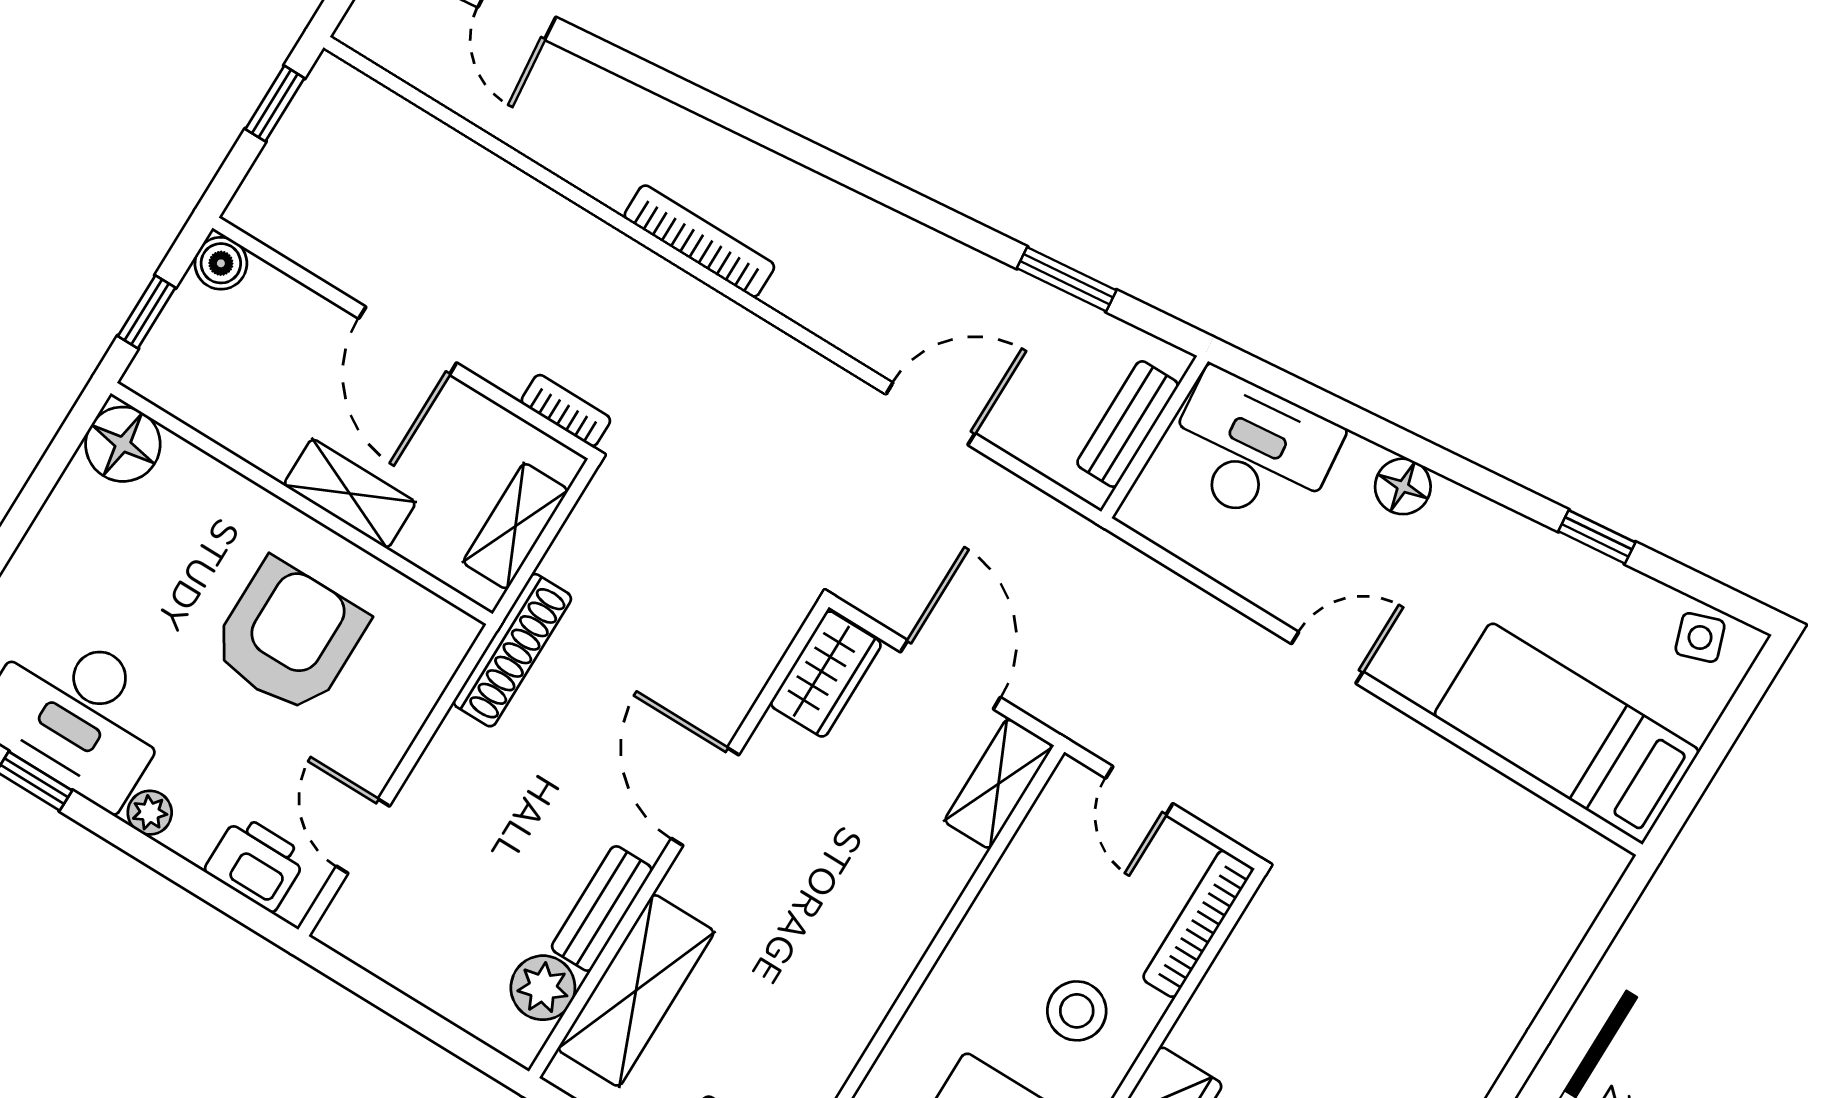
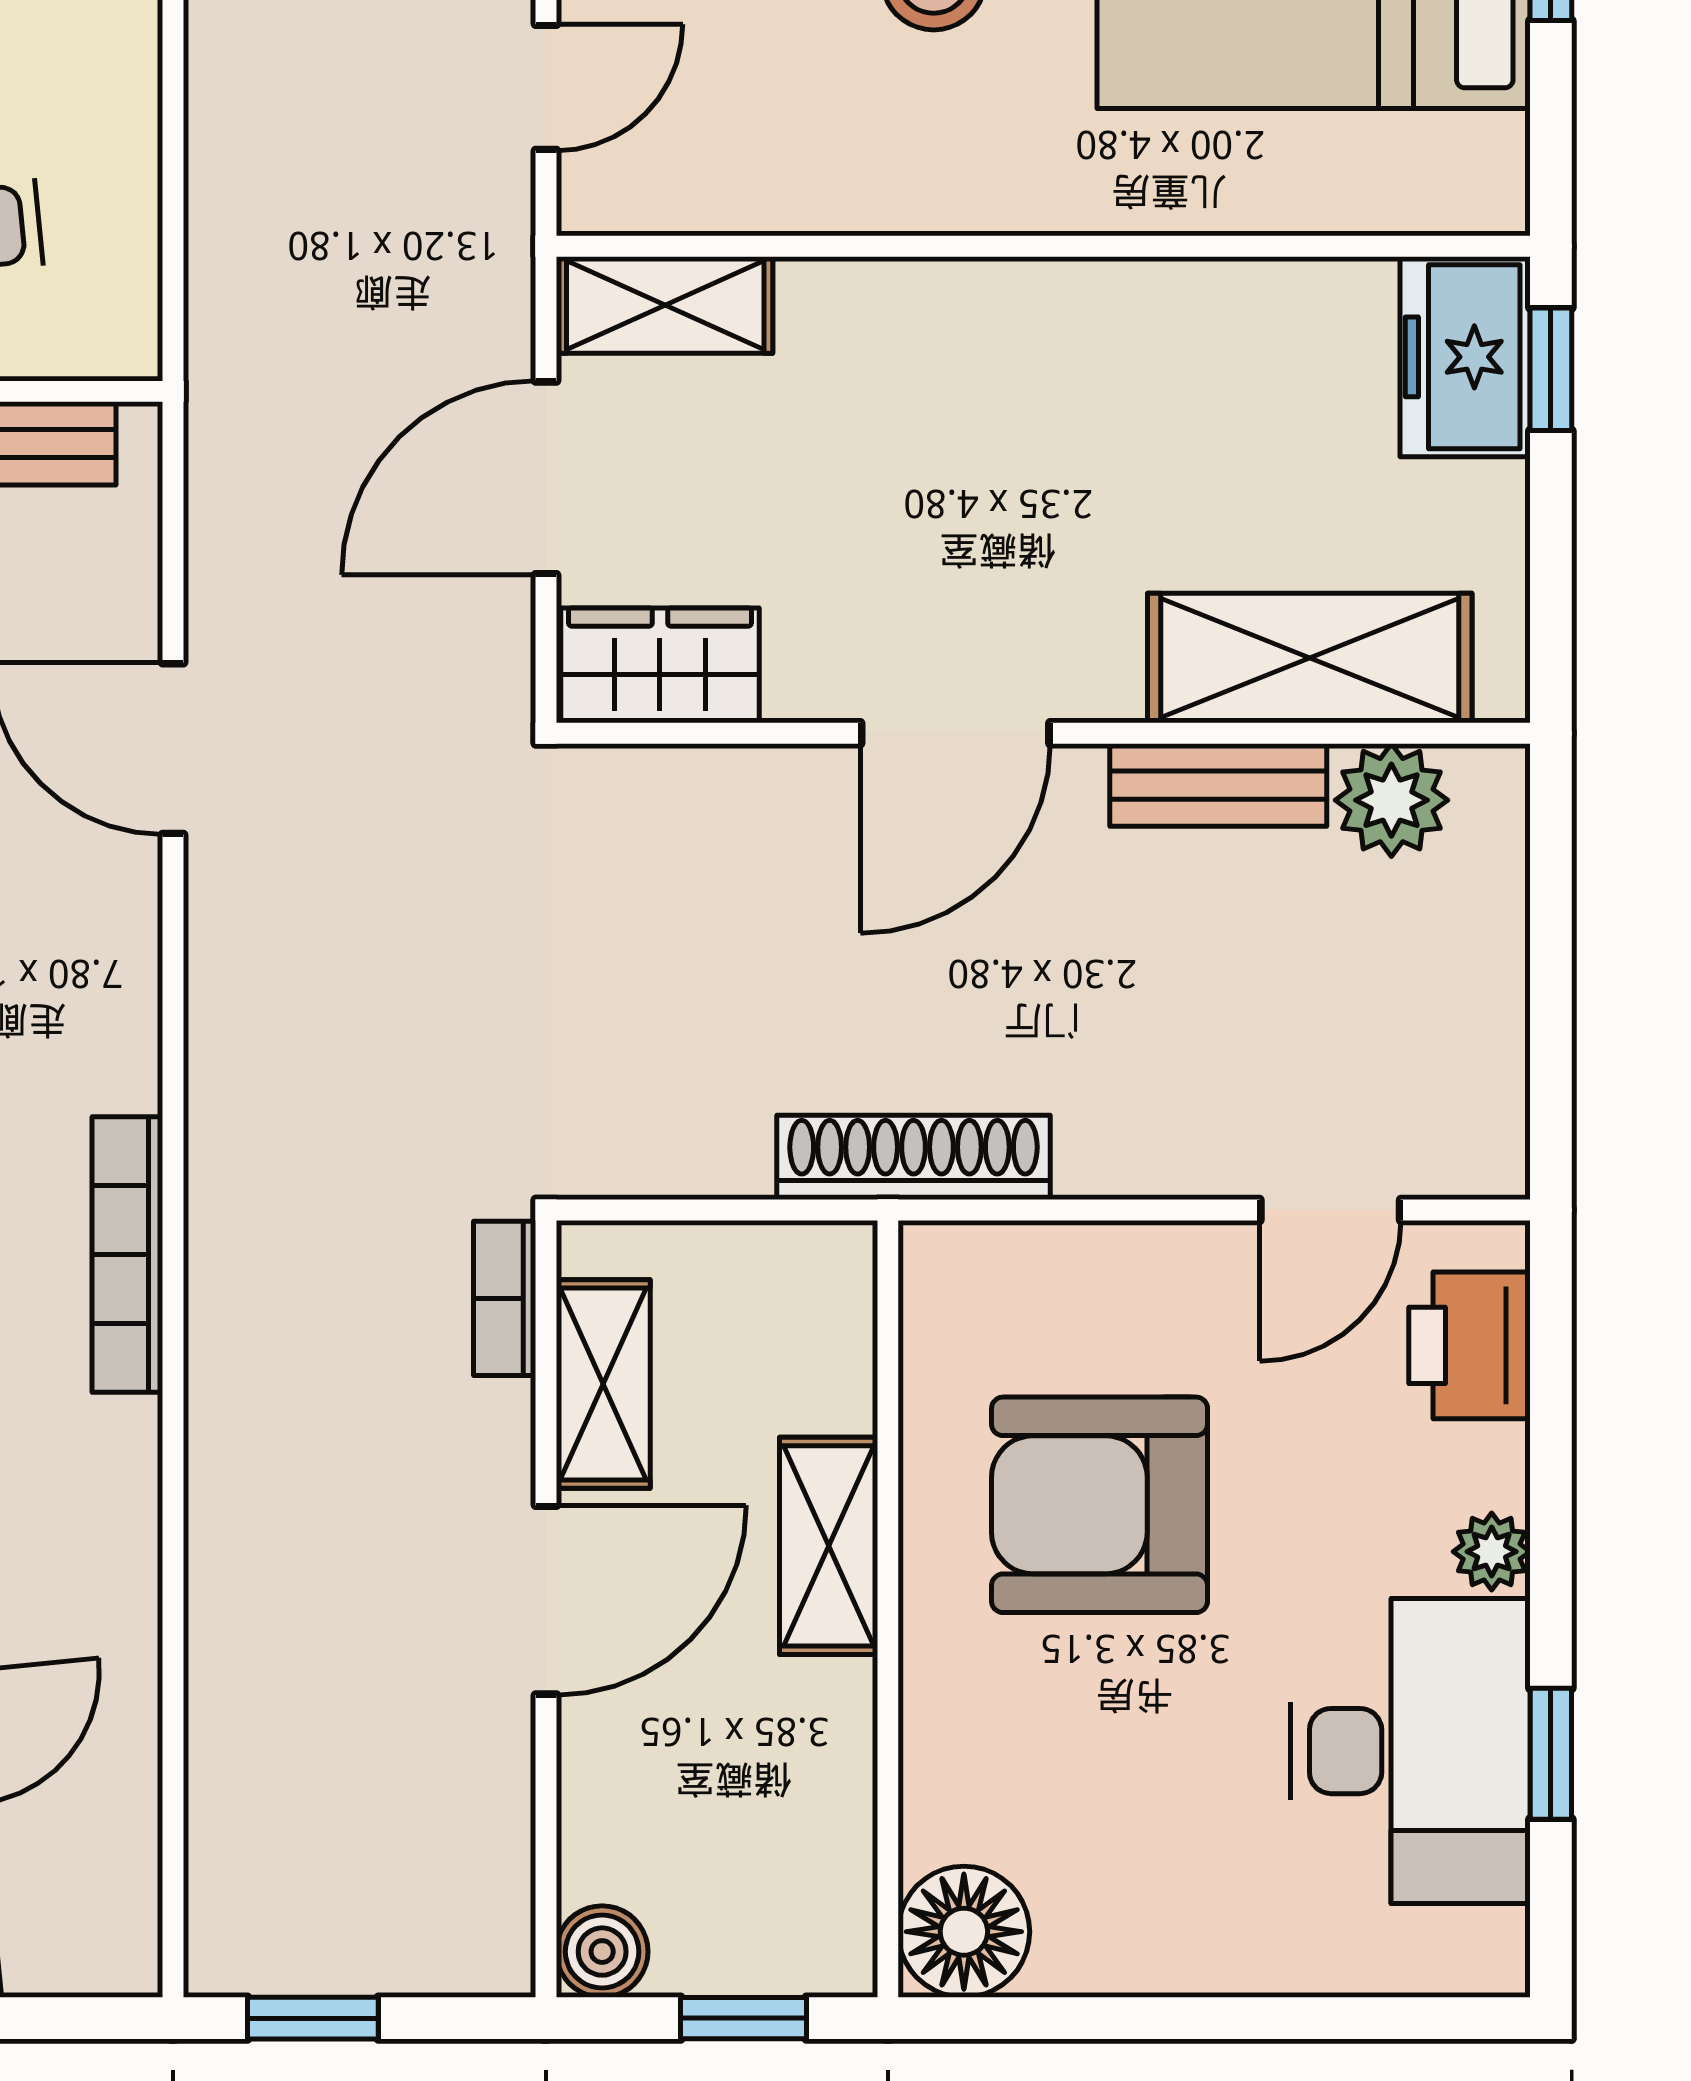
shelving: (516, 526) -> (603, 1384), moved, turned 90

